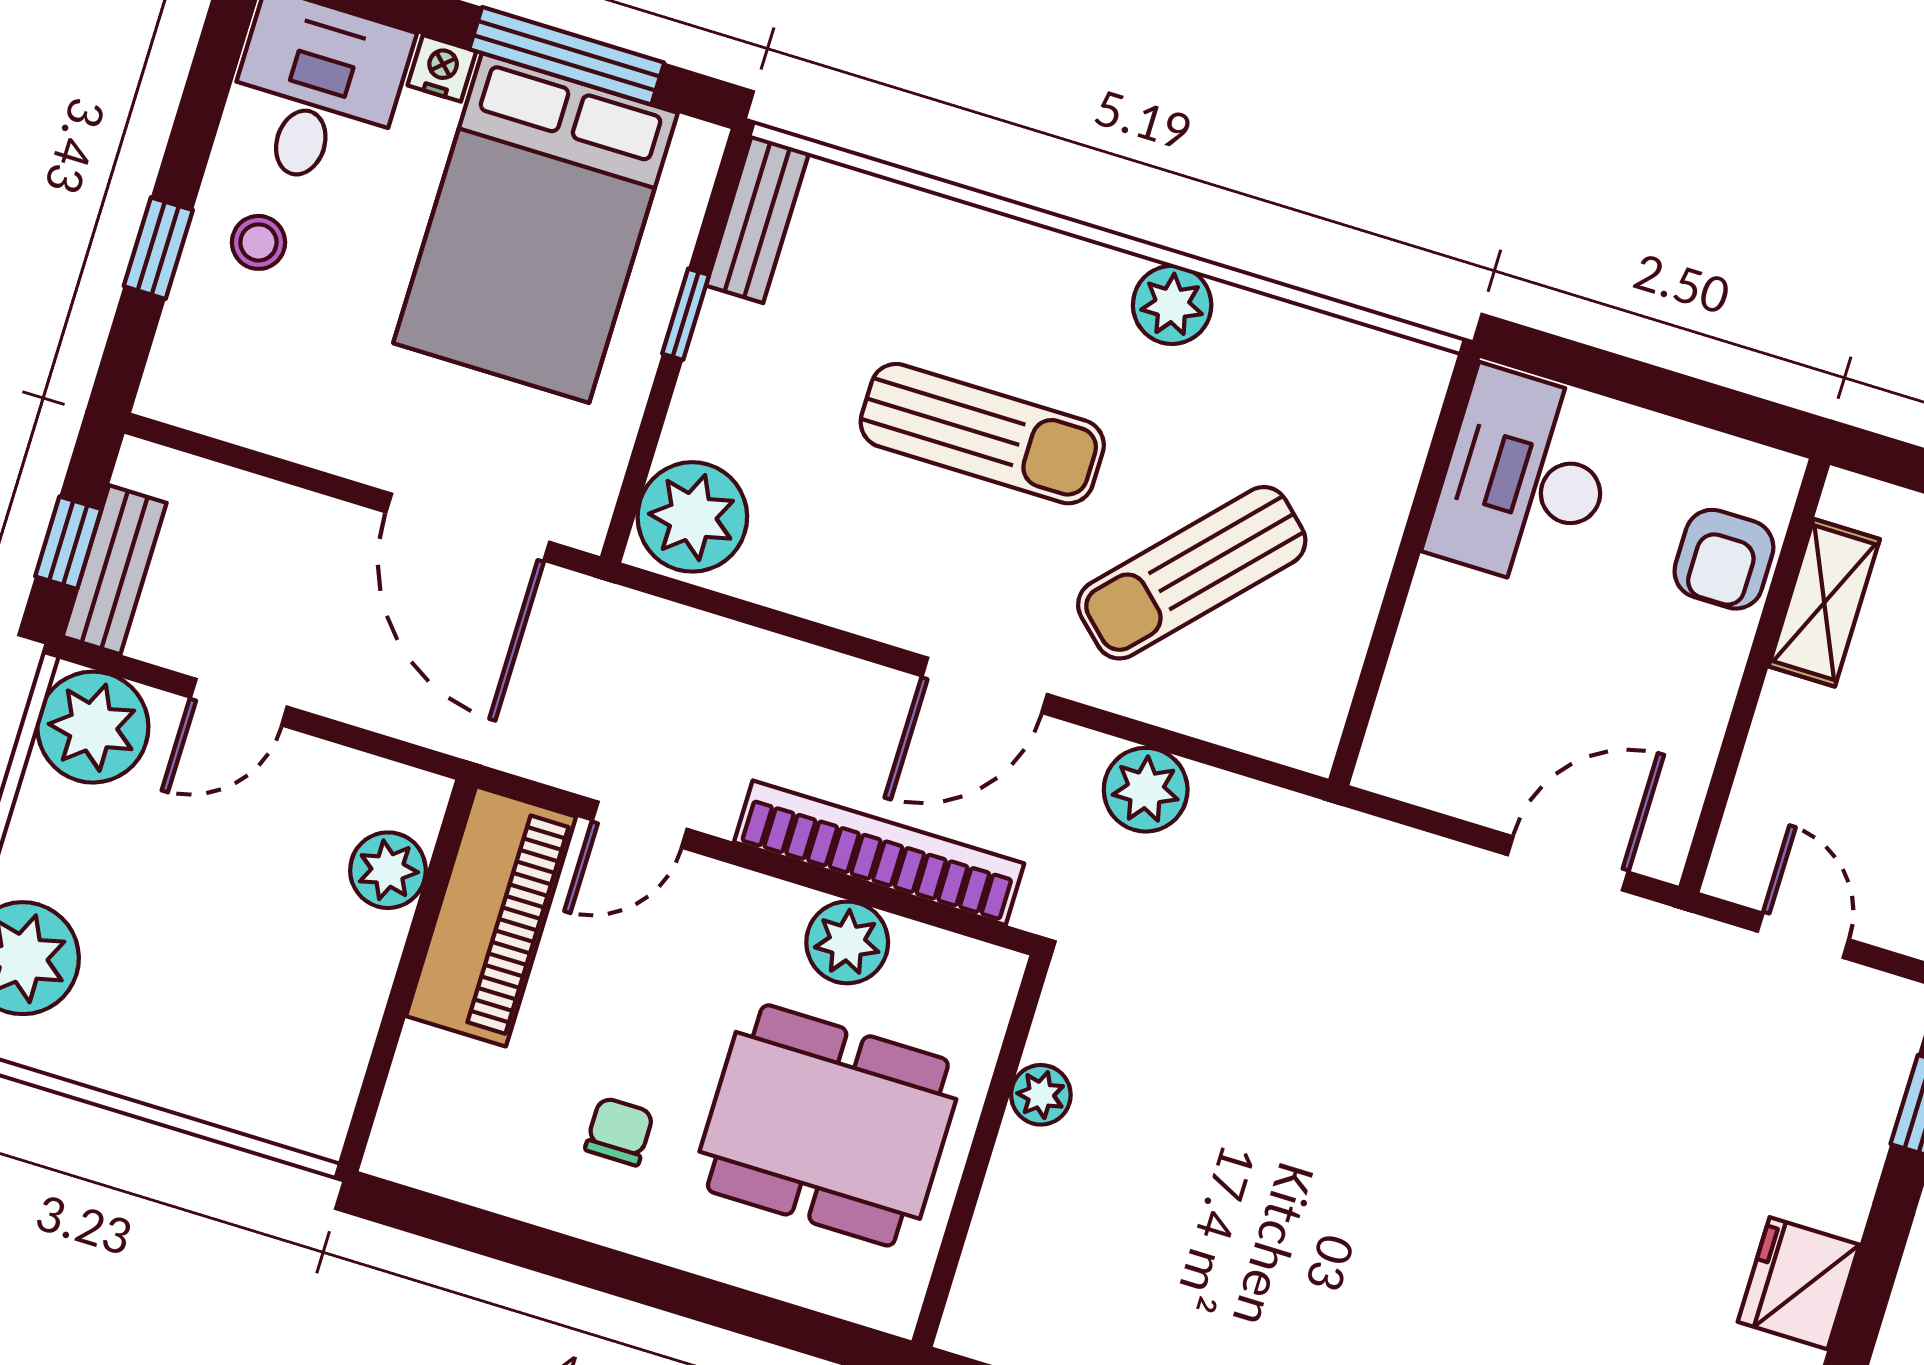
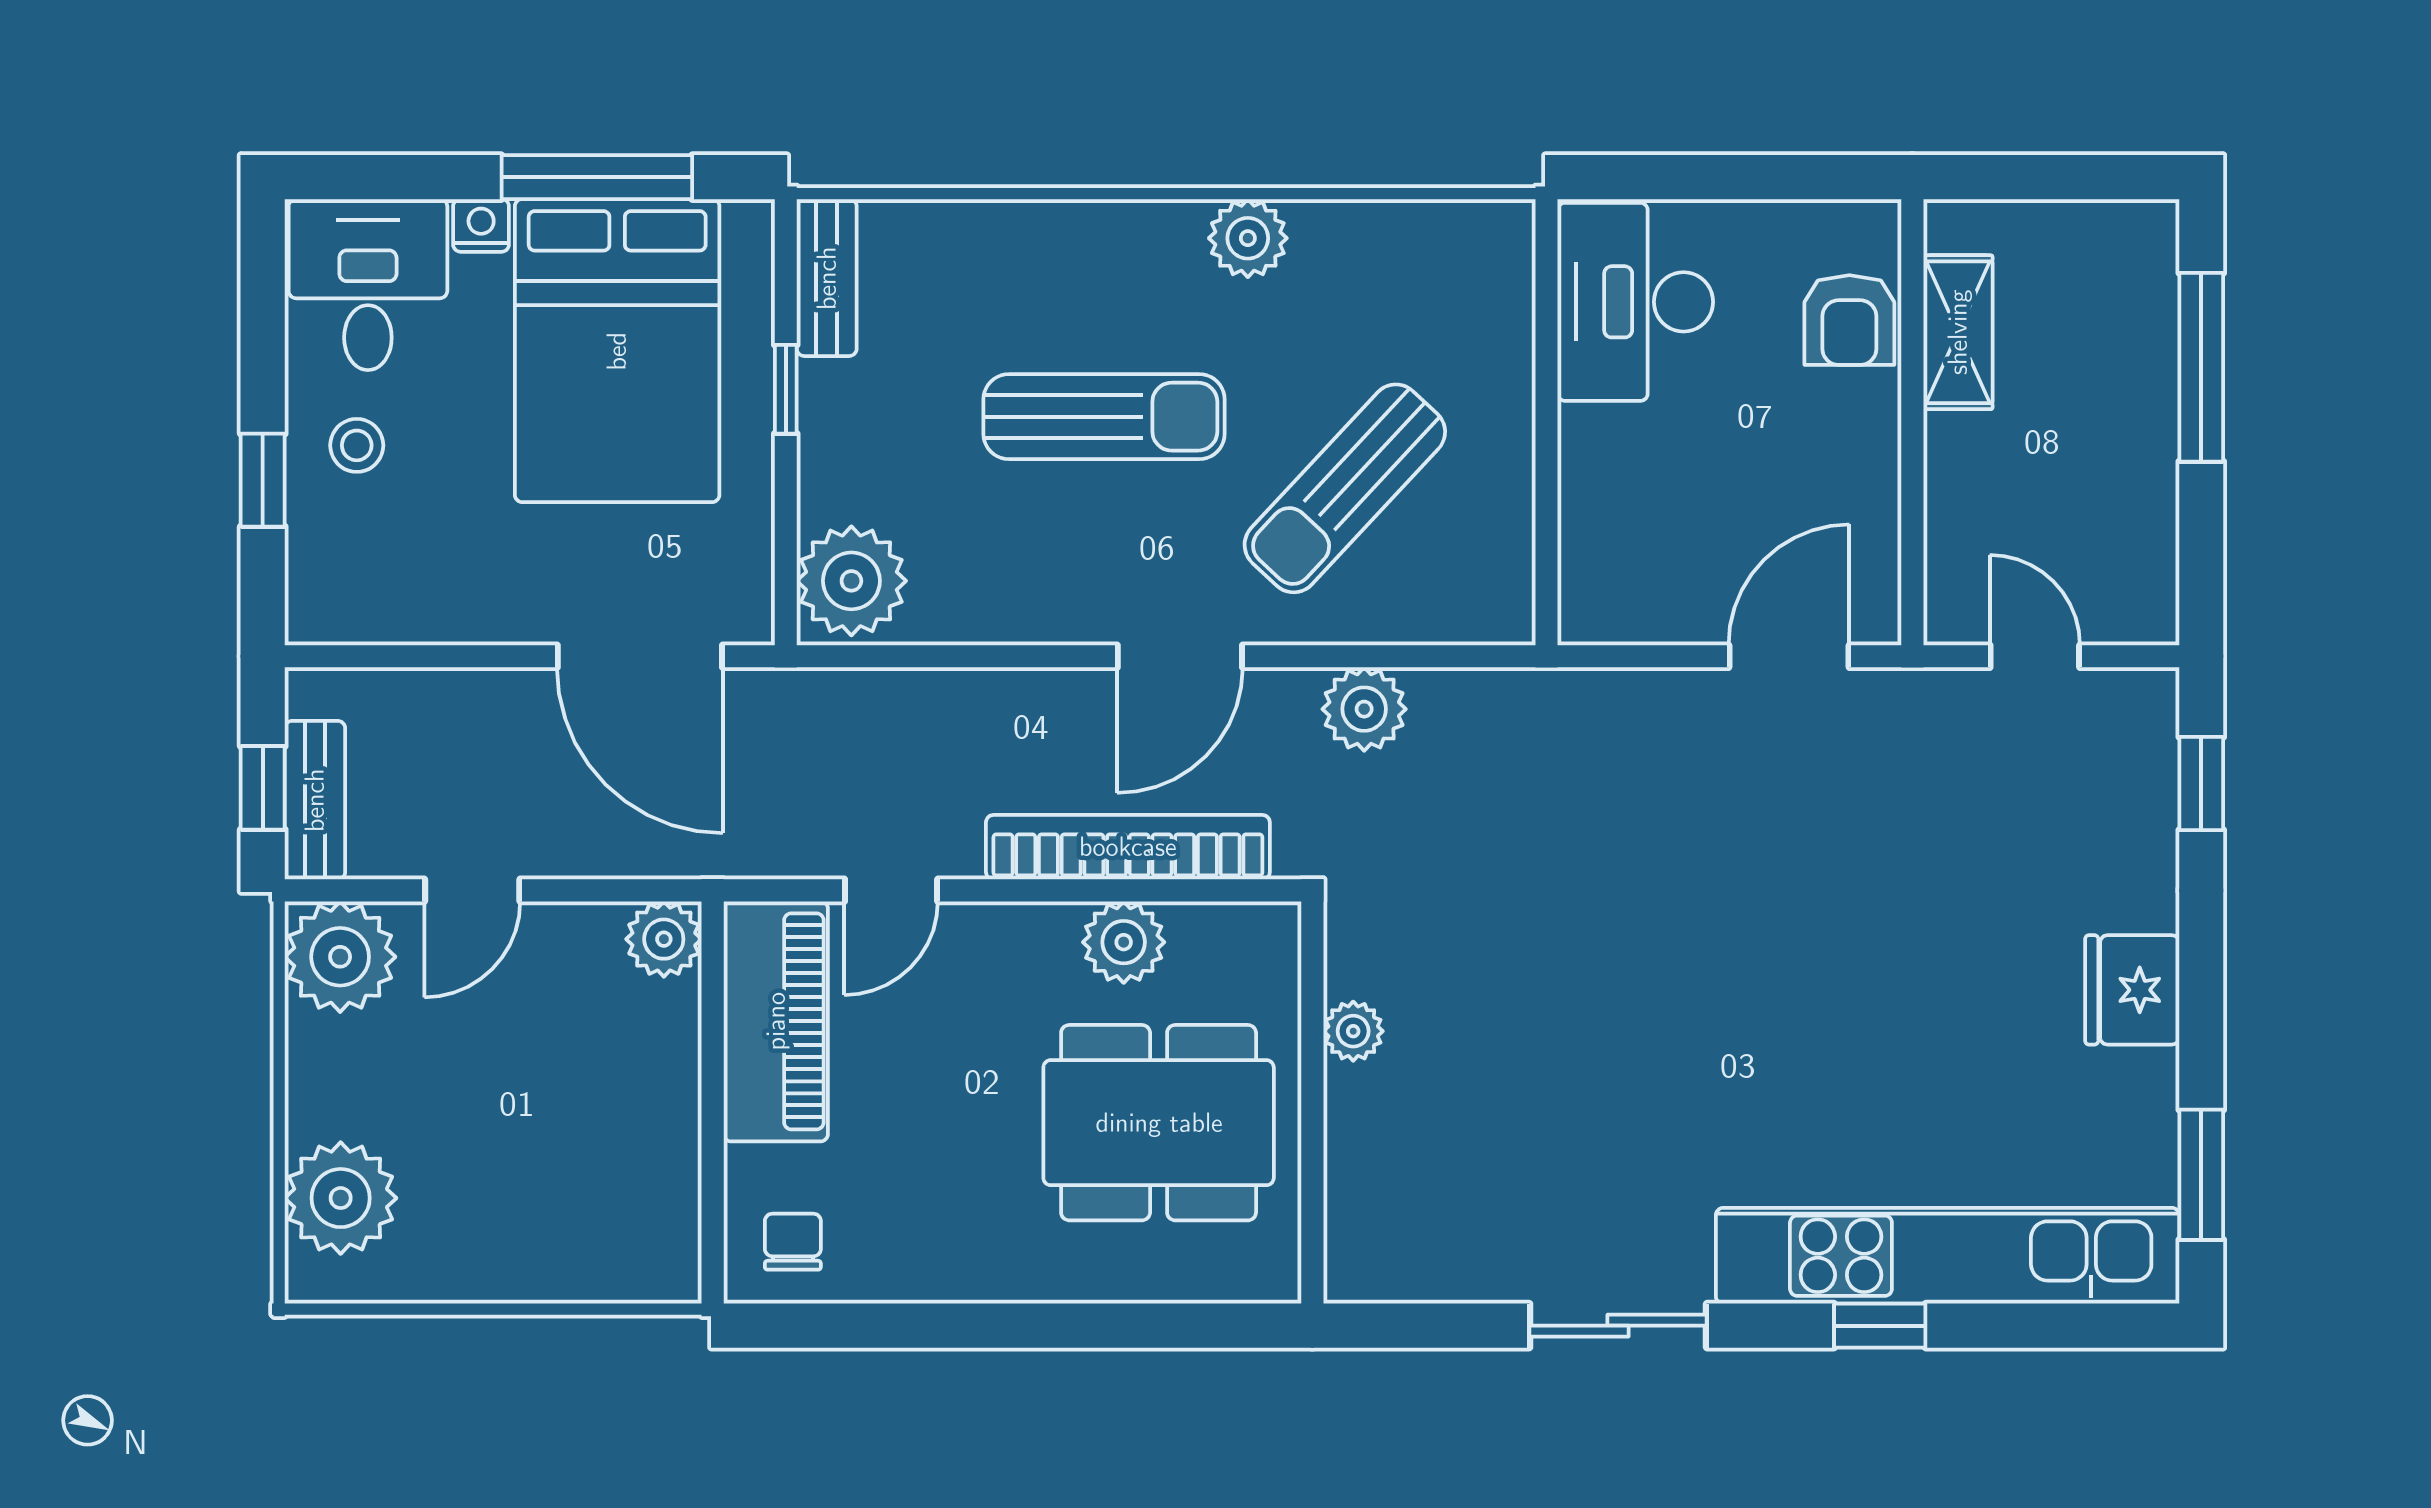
plant: (388, 870) -> (664, 939), moved
chair: (619, 1131) -> (793, 1242), moved

